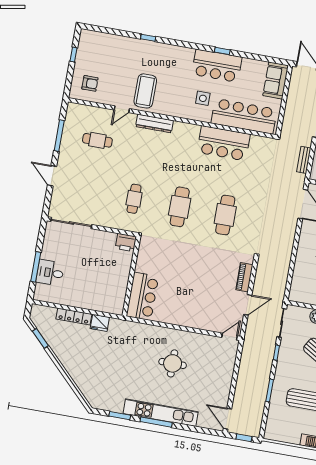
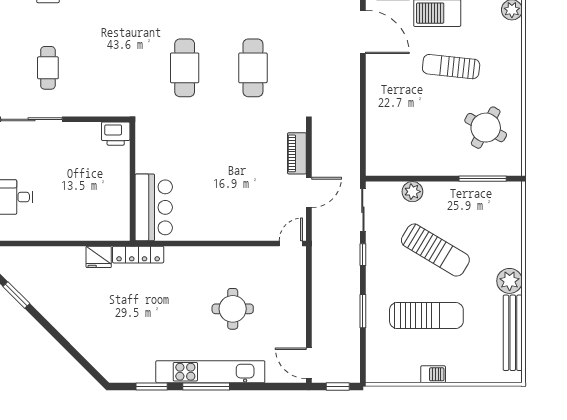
cafe table: (134, 199) -> (48, 68), moved
locker: (74, 317) -> (138, 255), moved
round table: (173, 363) -> (233, 309), moved

